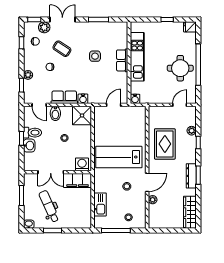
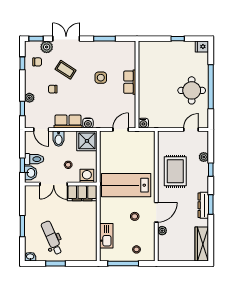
kitchen unit: (137, 57) -> (146, 78), removed
washing machine: (82, 164) -> (87, 176), moved
double door: (51, 172) -> (54, 184), moved
wall: (57, 172) -> (61, 184), moved
filing cabinet: (78, 181) -> (82, 193), moved

